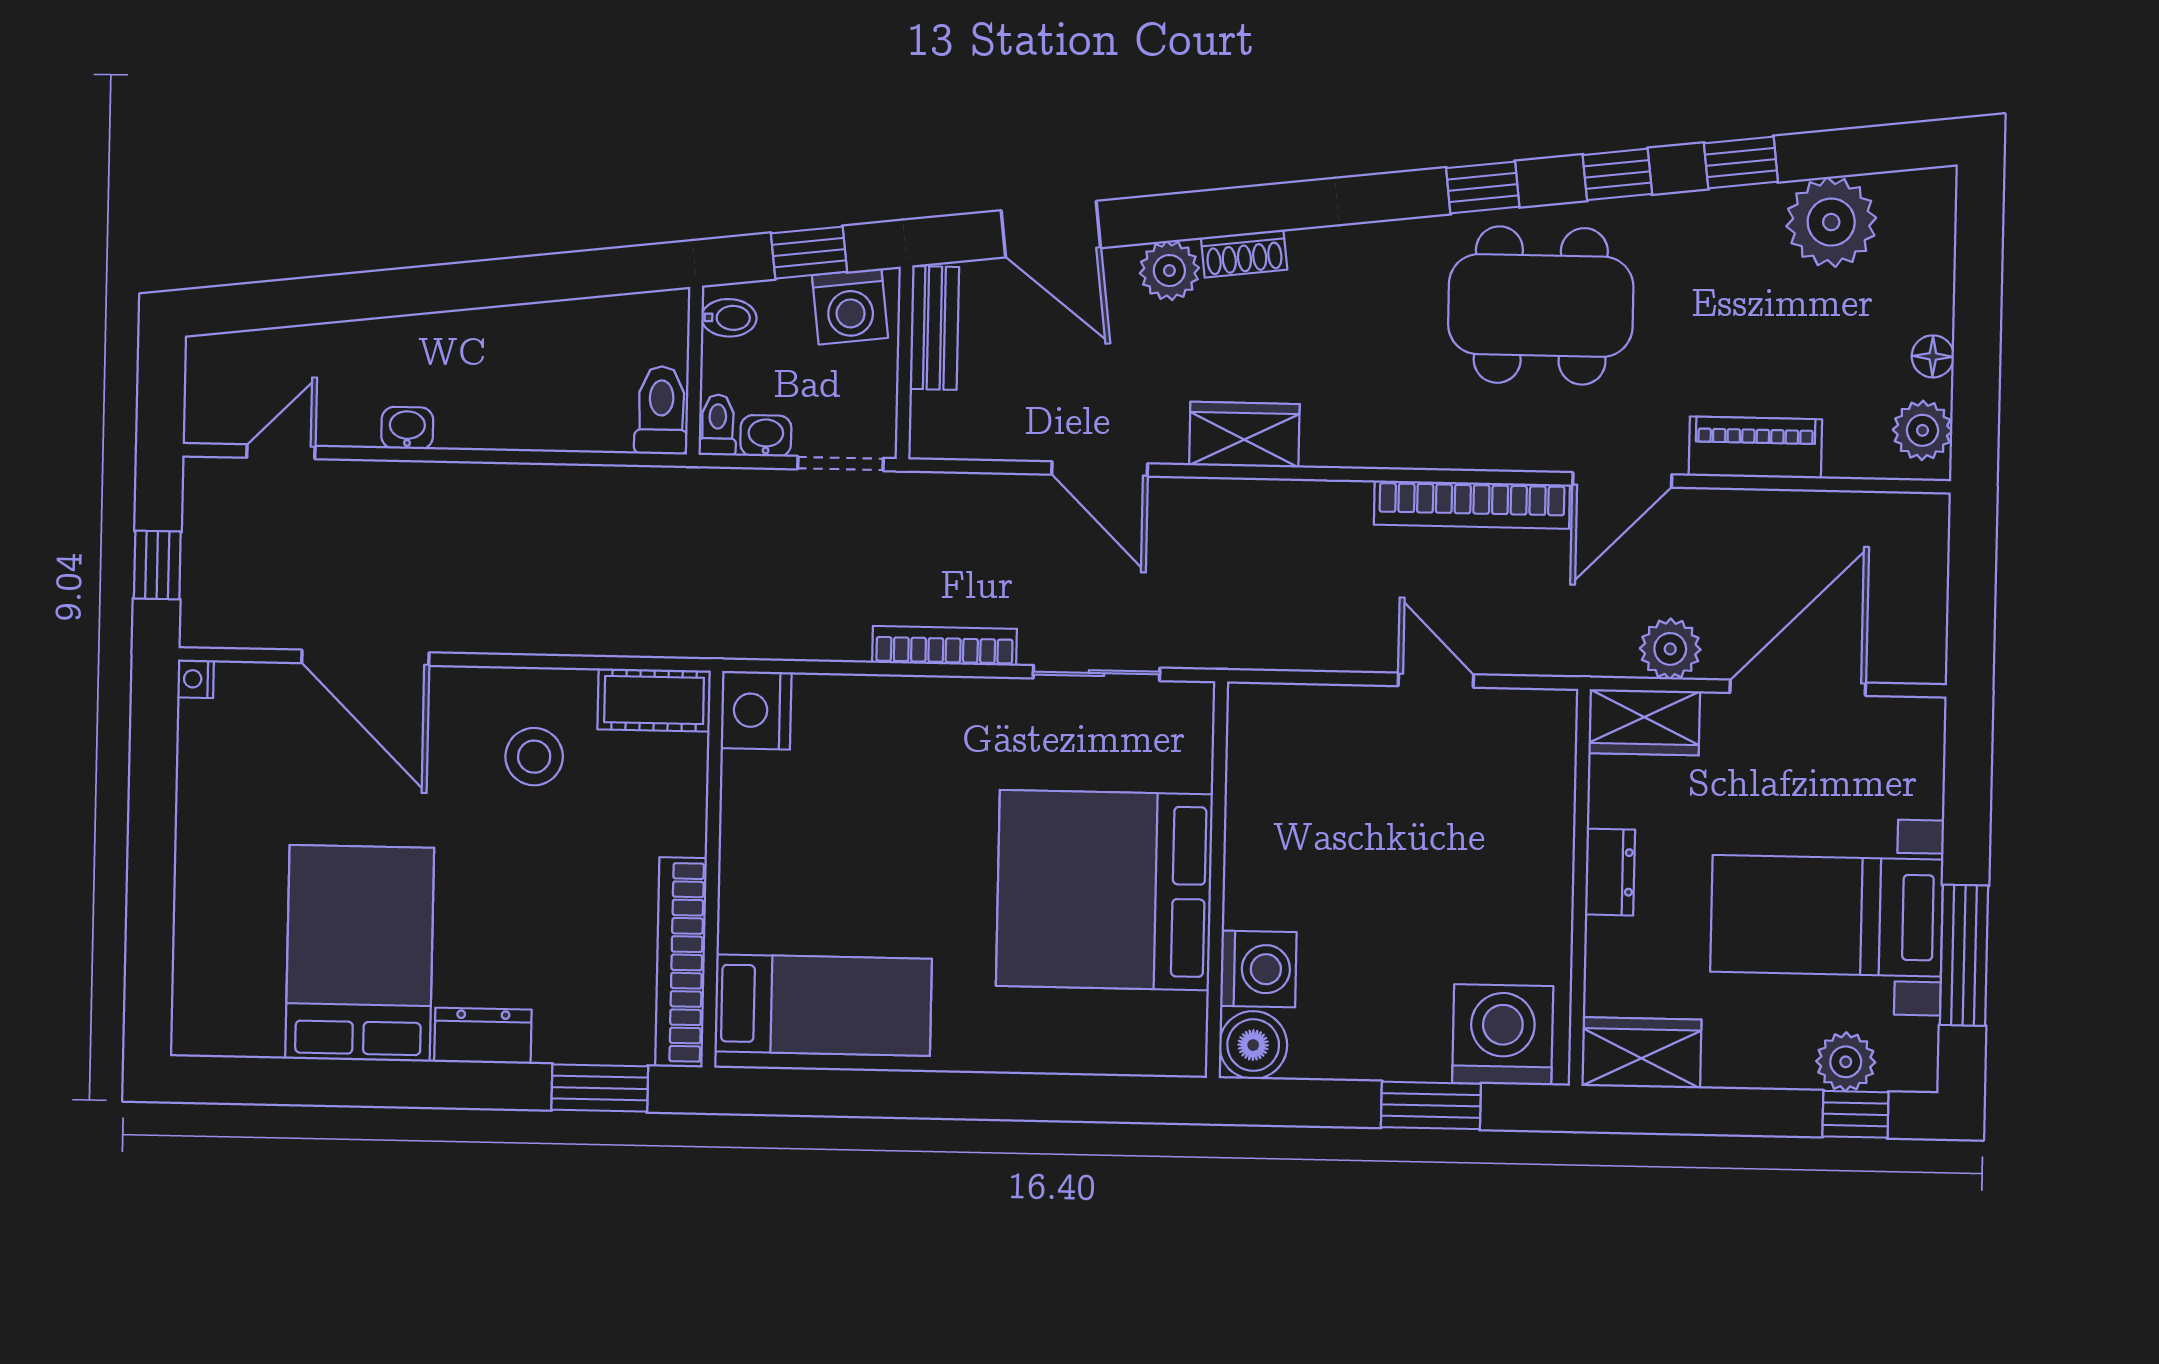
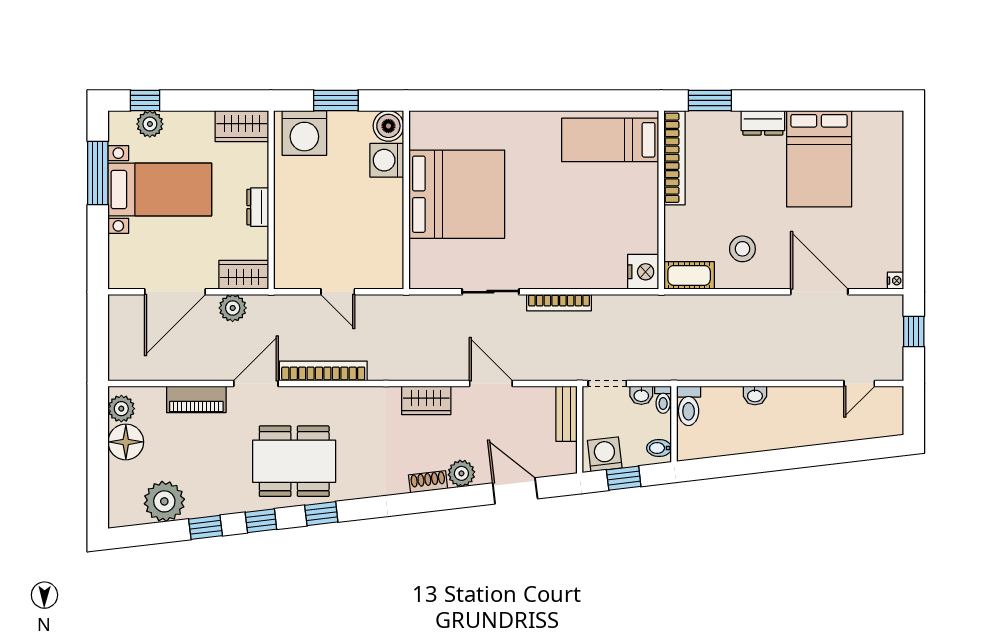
bench: (934, 328) -> (567, 414), moved
floor lamp: (1933, 356) -> (126, 442), width x1.89, depth x1.89
washbasin: (407, 428) -> (755, 395), moved
wall: (1217, 880) -> (406, 200), moved
bed: (1104, 890) -> (457, 194), moved
washing machine: (1258, 969) -> (387, 160), moved
boiler: (1253, 1045) -> (388, 126), moved

